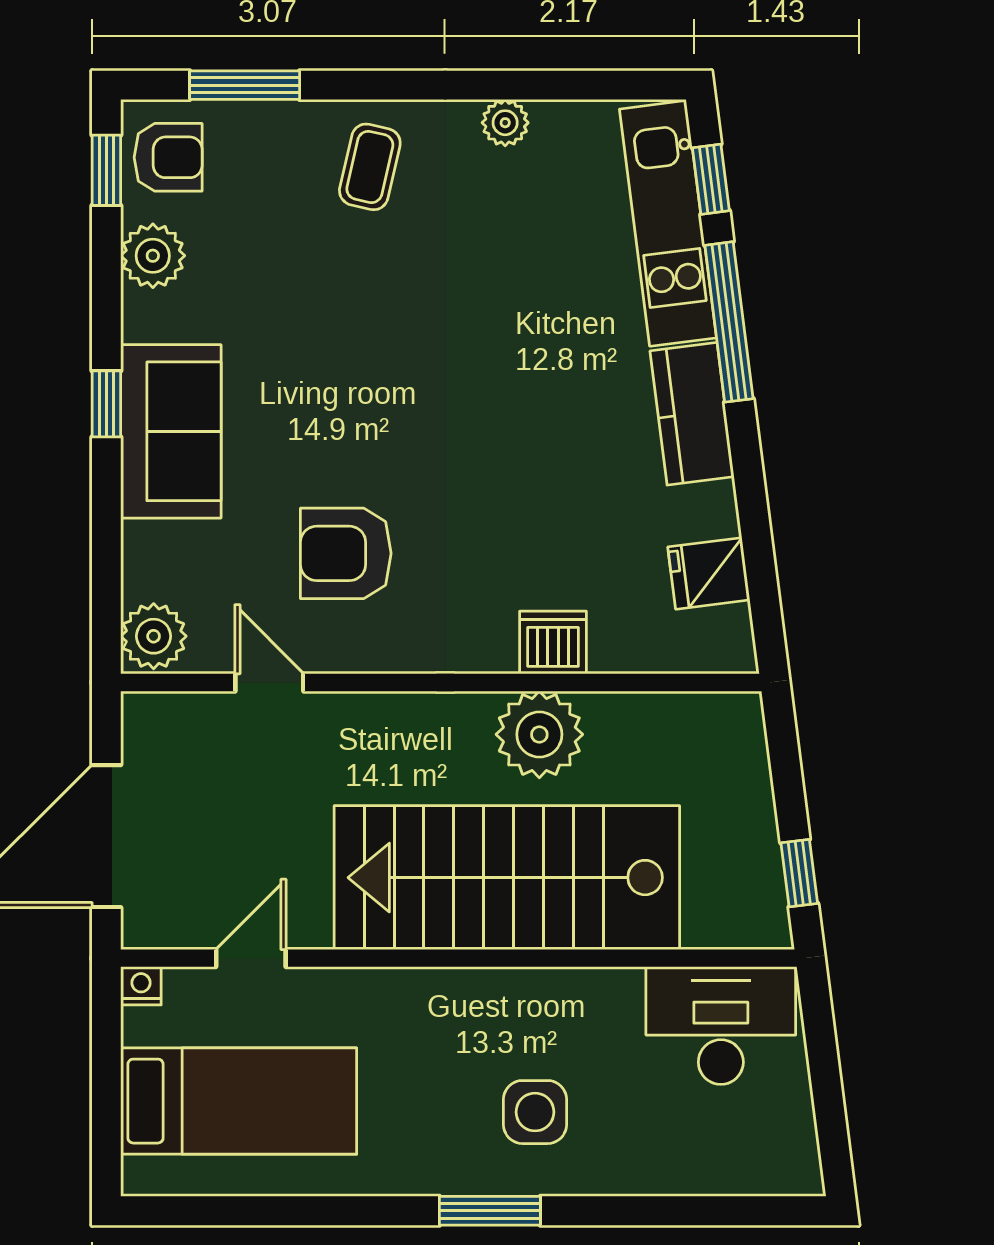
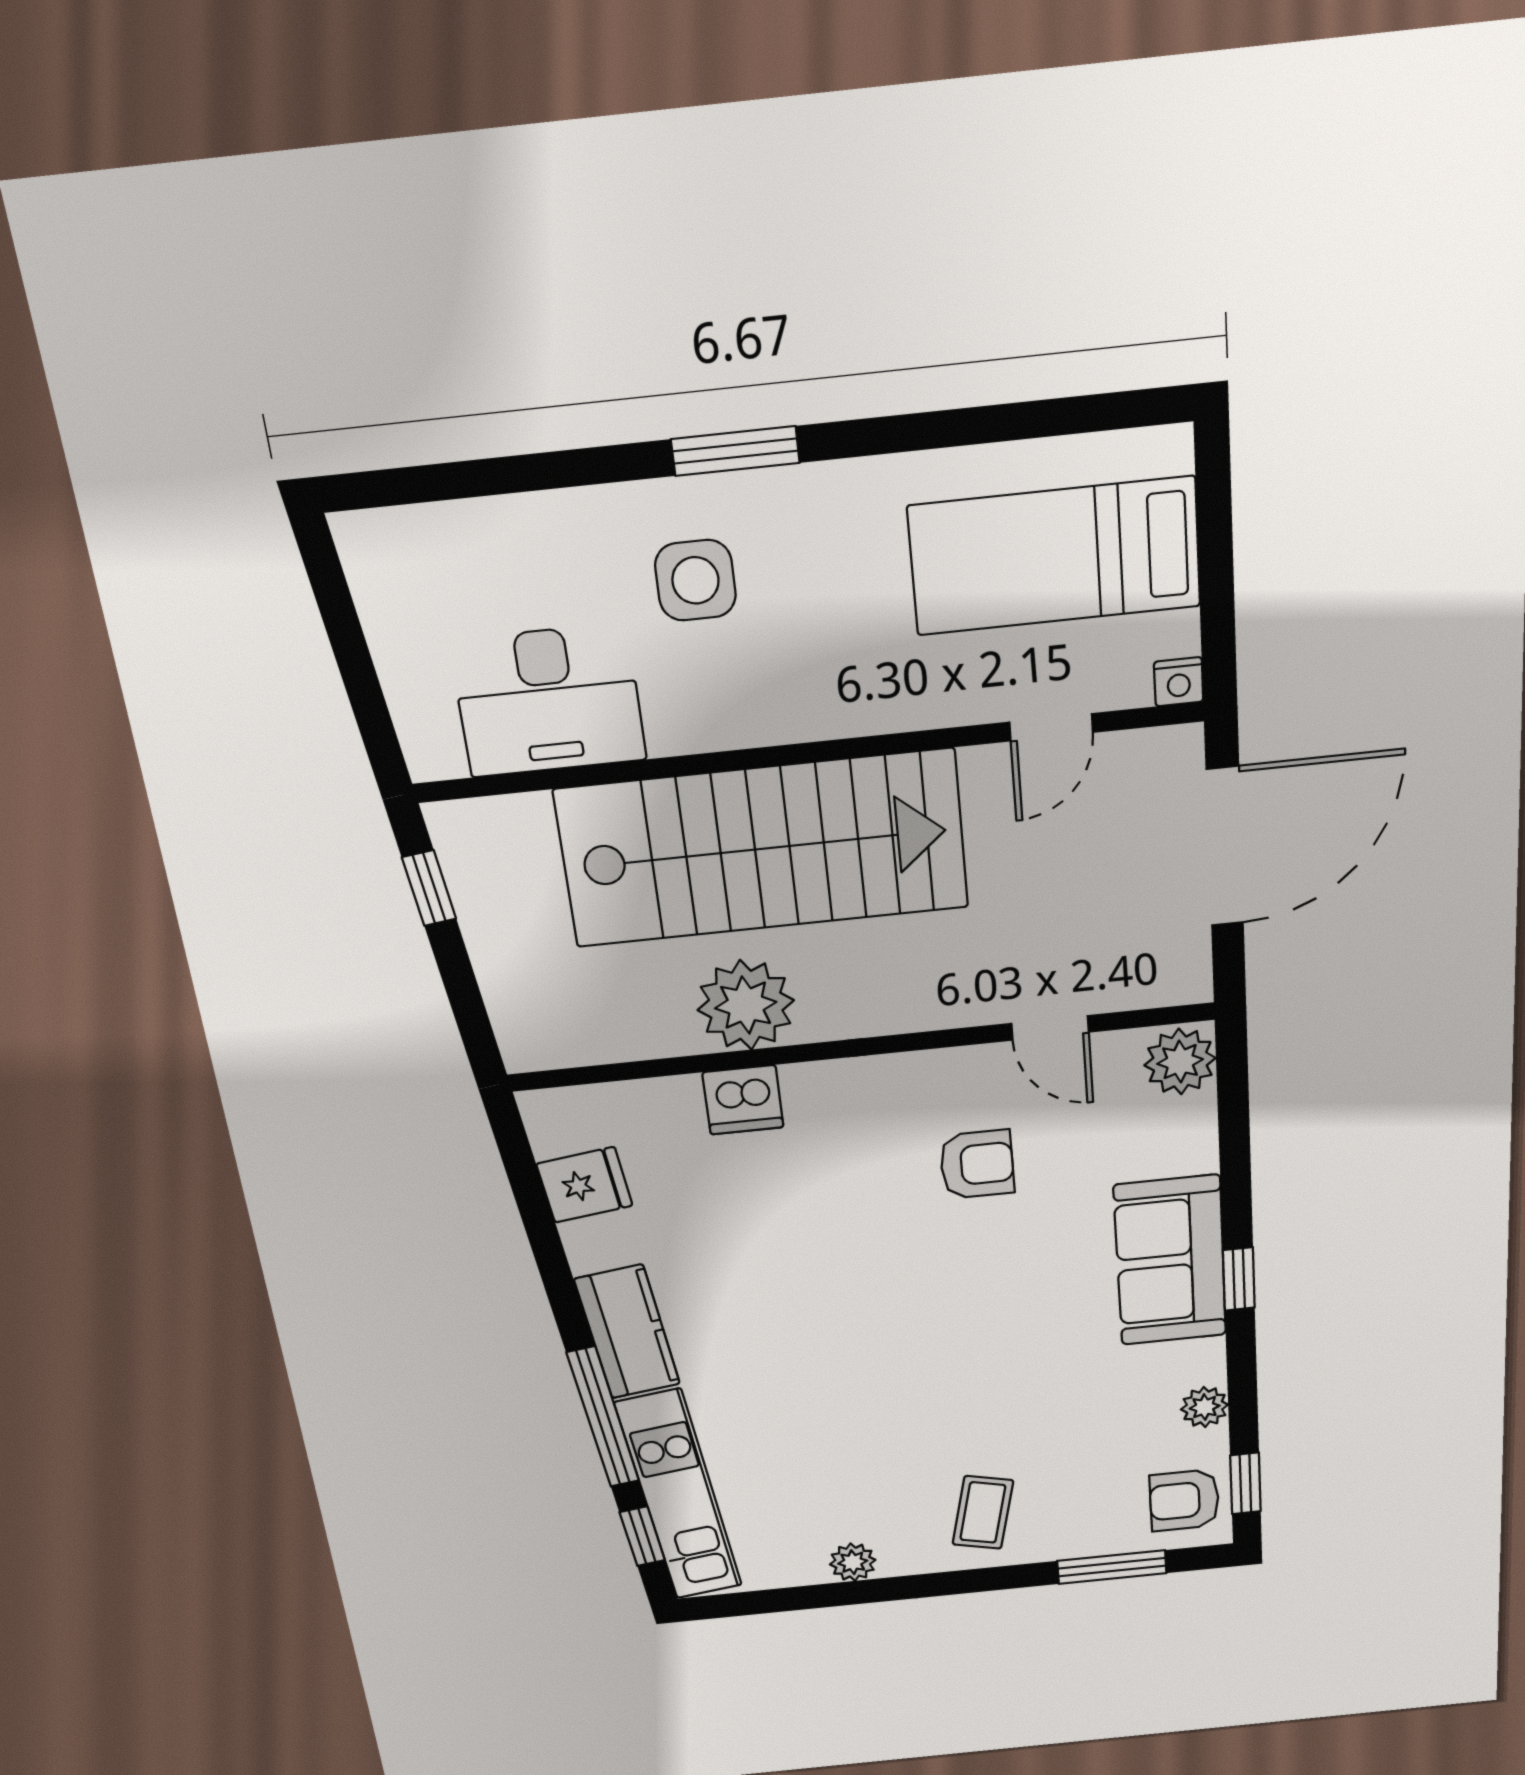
plant: (153, 256) -> (1205, 1407), width x0.73, depth x0.73
armchair: (346, 553) -> (977, 1164), width x0.72, depth x0.72
desk: (721, 1026) -> (548, 701), moved

